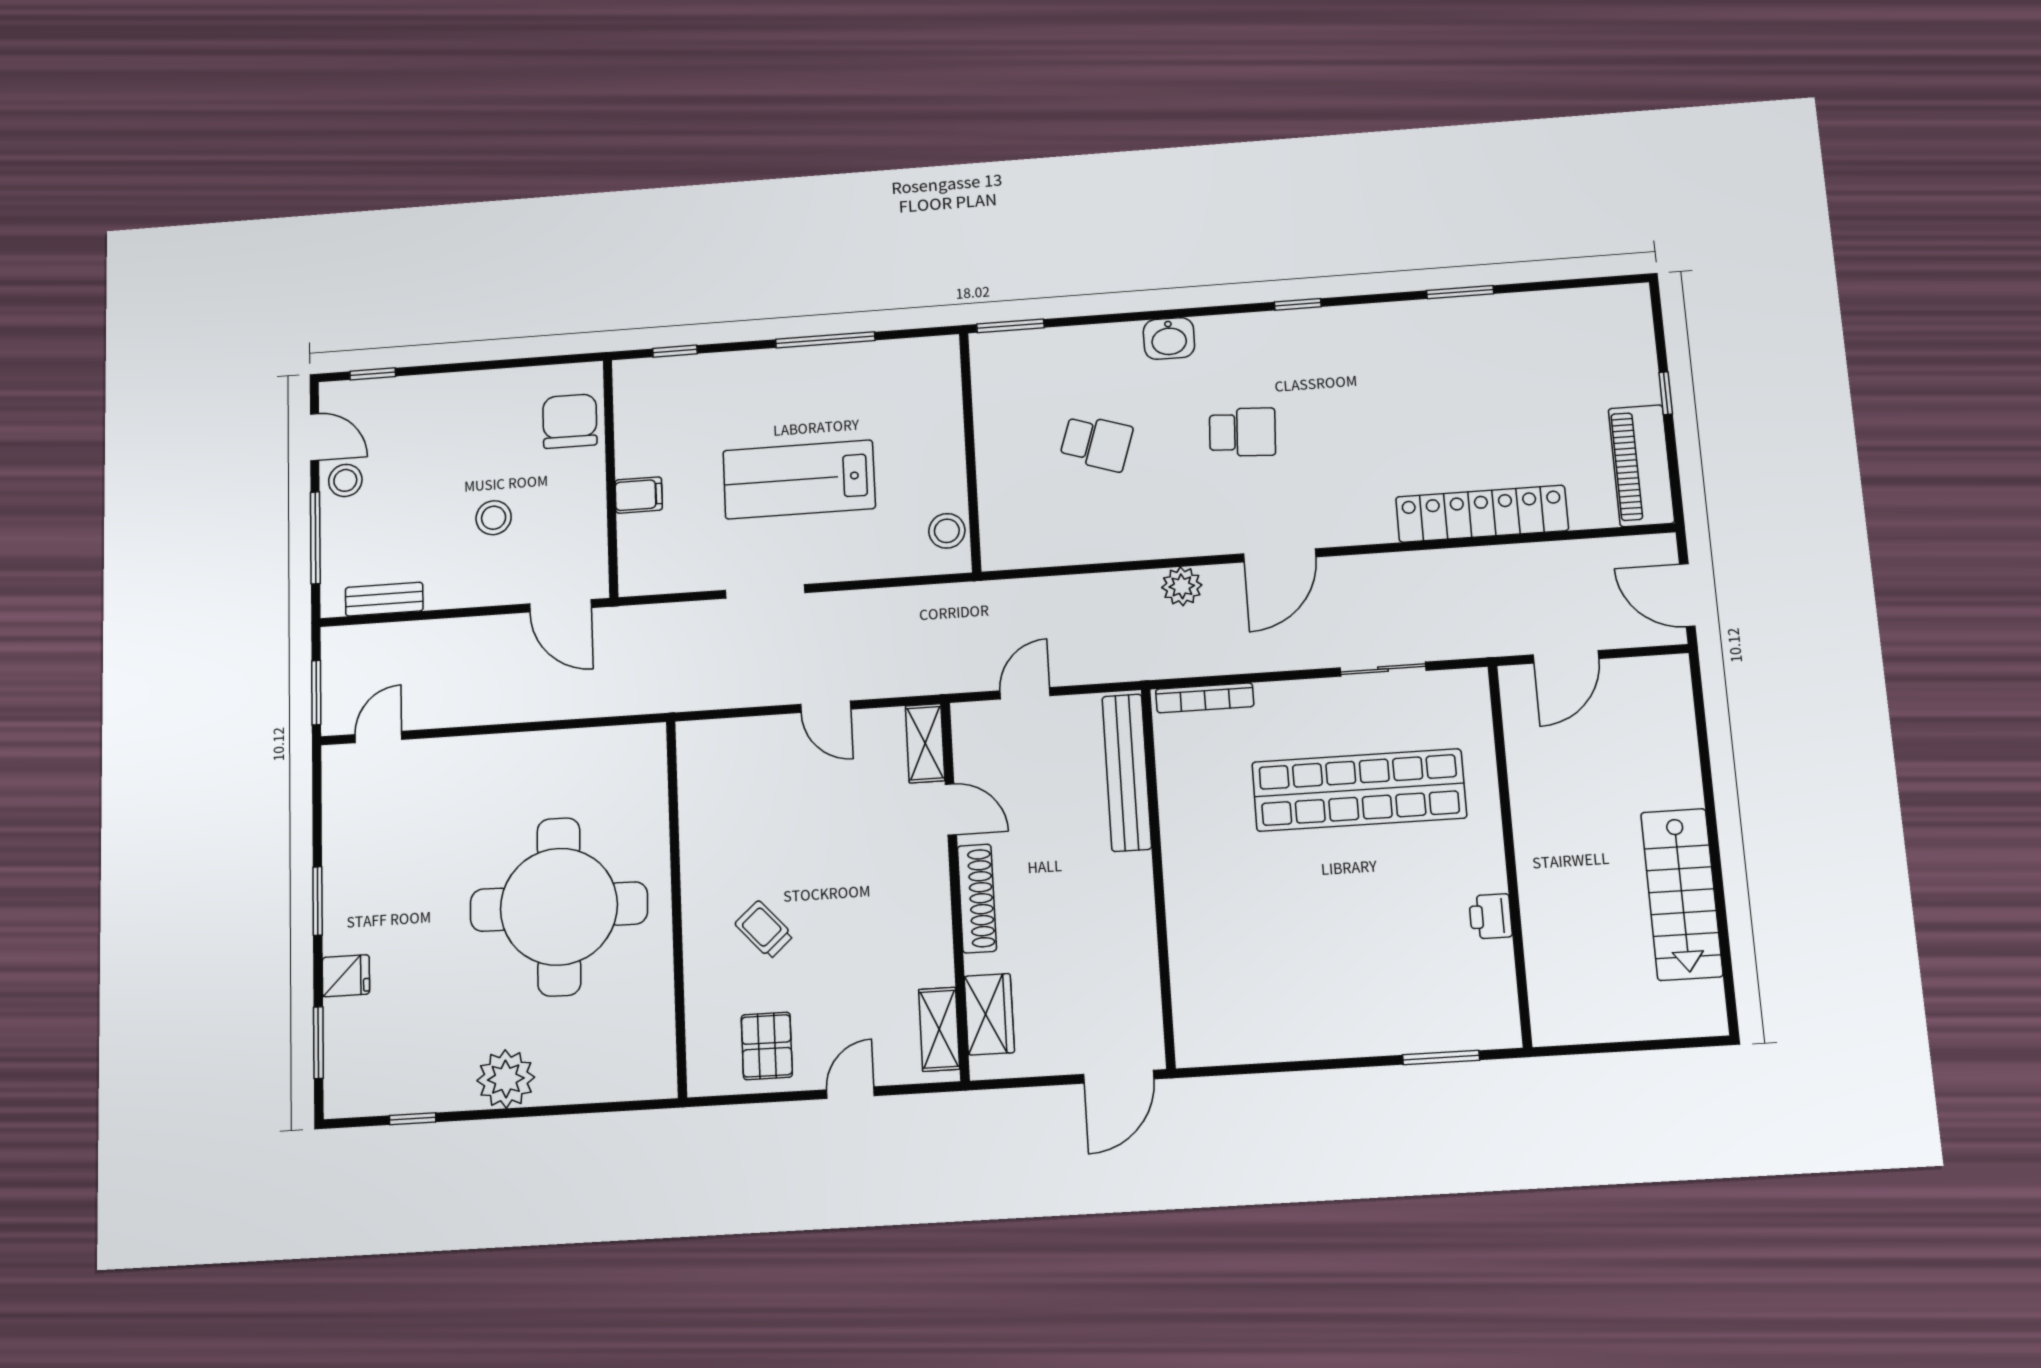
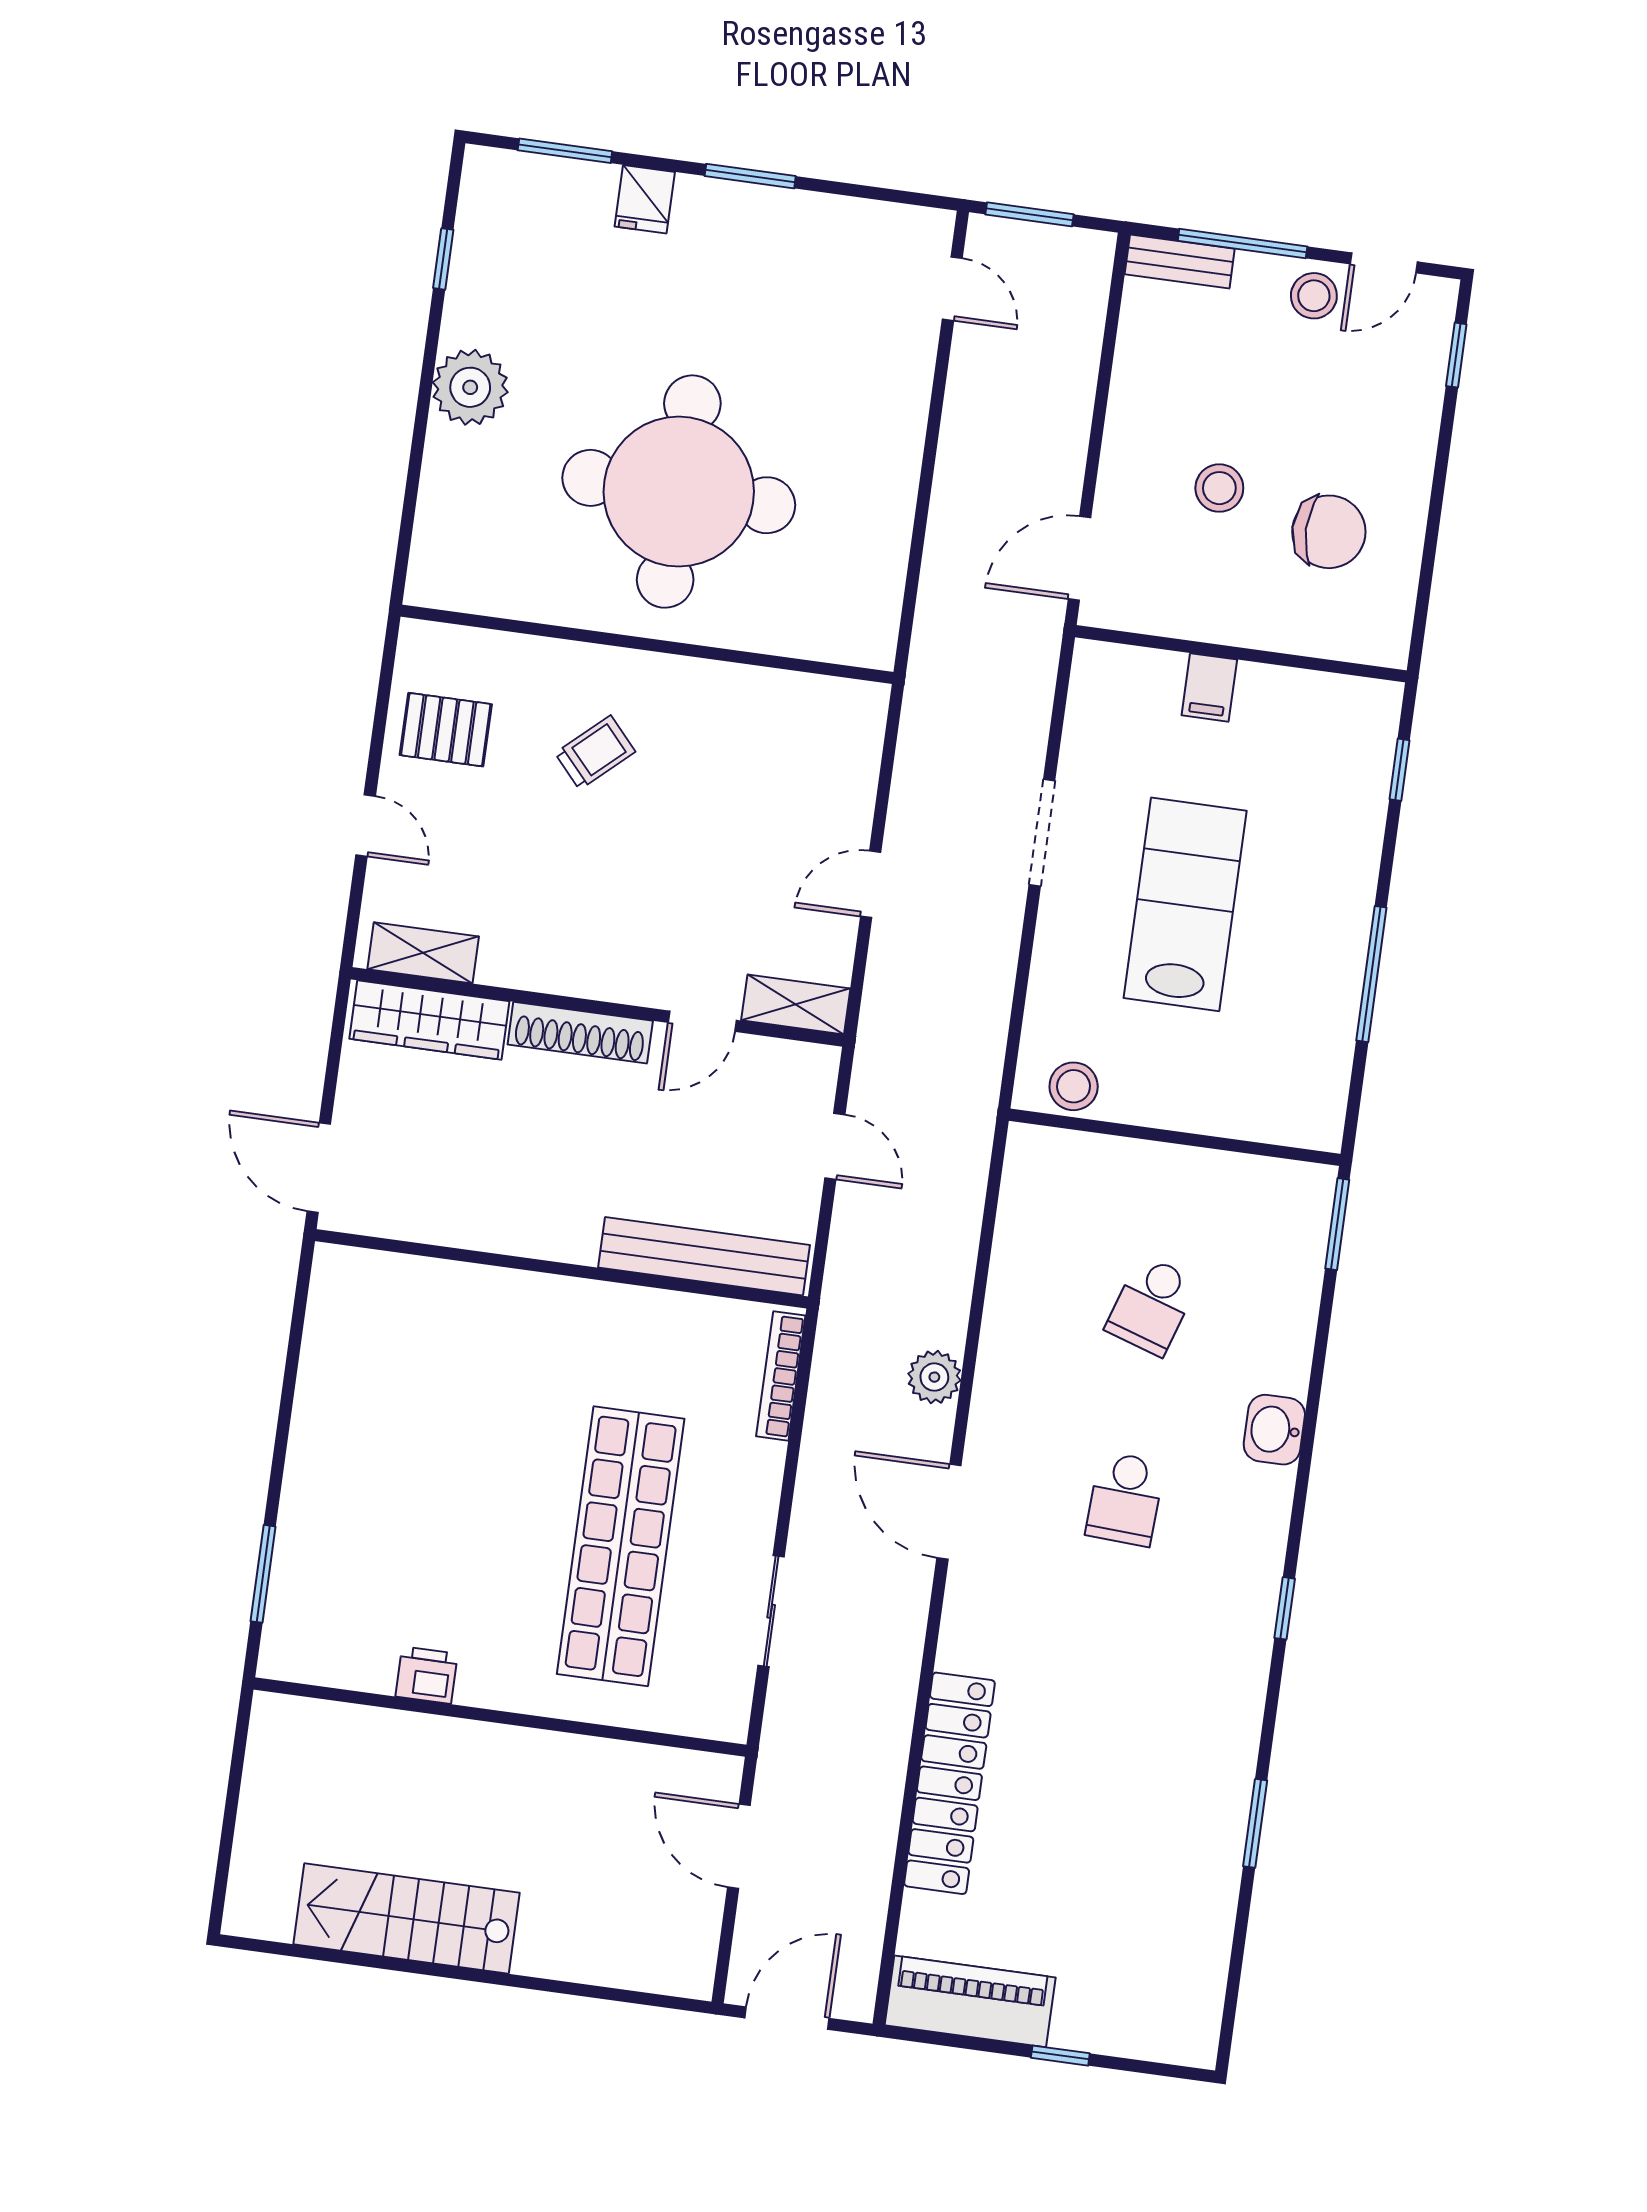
chair: (570, 421) -> (1329, 532), moved
bench: (384, 599) -> (1180, 261), moved, turned 90
wardrobe: (989, 1014) -> (429, 1020), width x1.50

